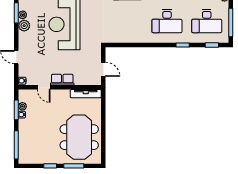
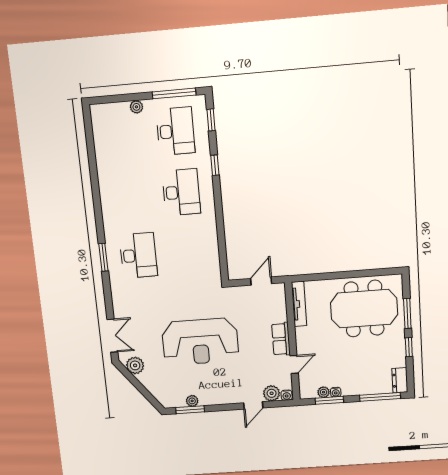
plant: (24, 26) -> (272, 393), moved
dresser: (27, 159) -> (400, 380), added

